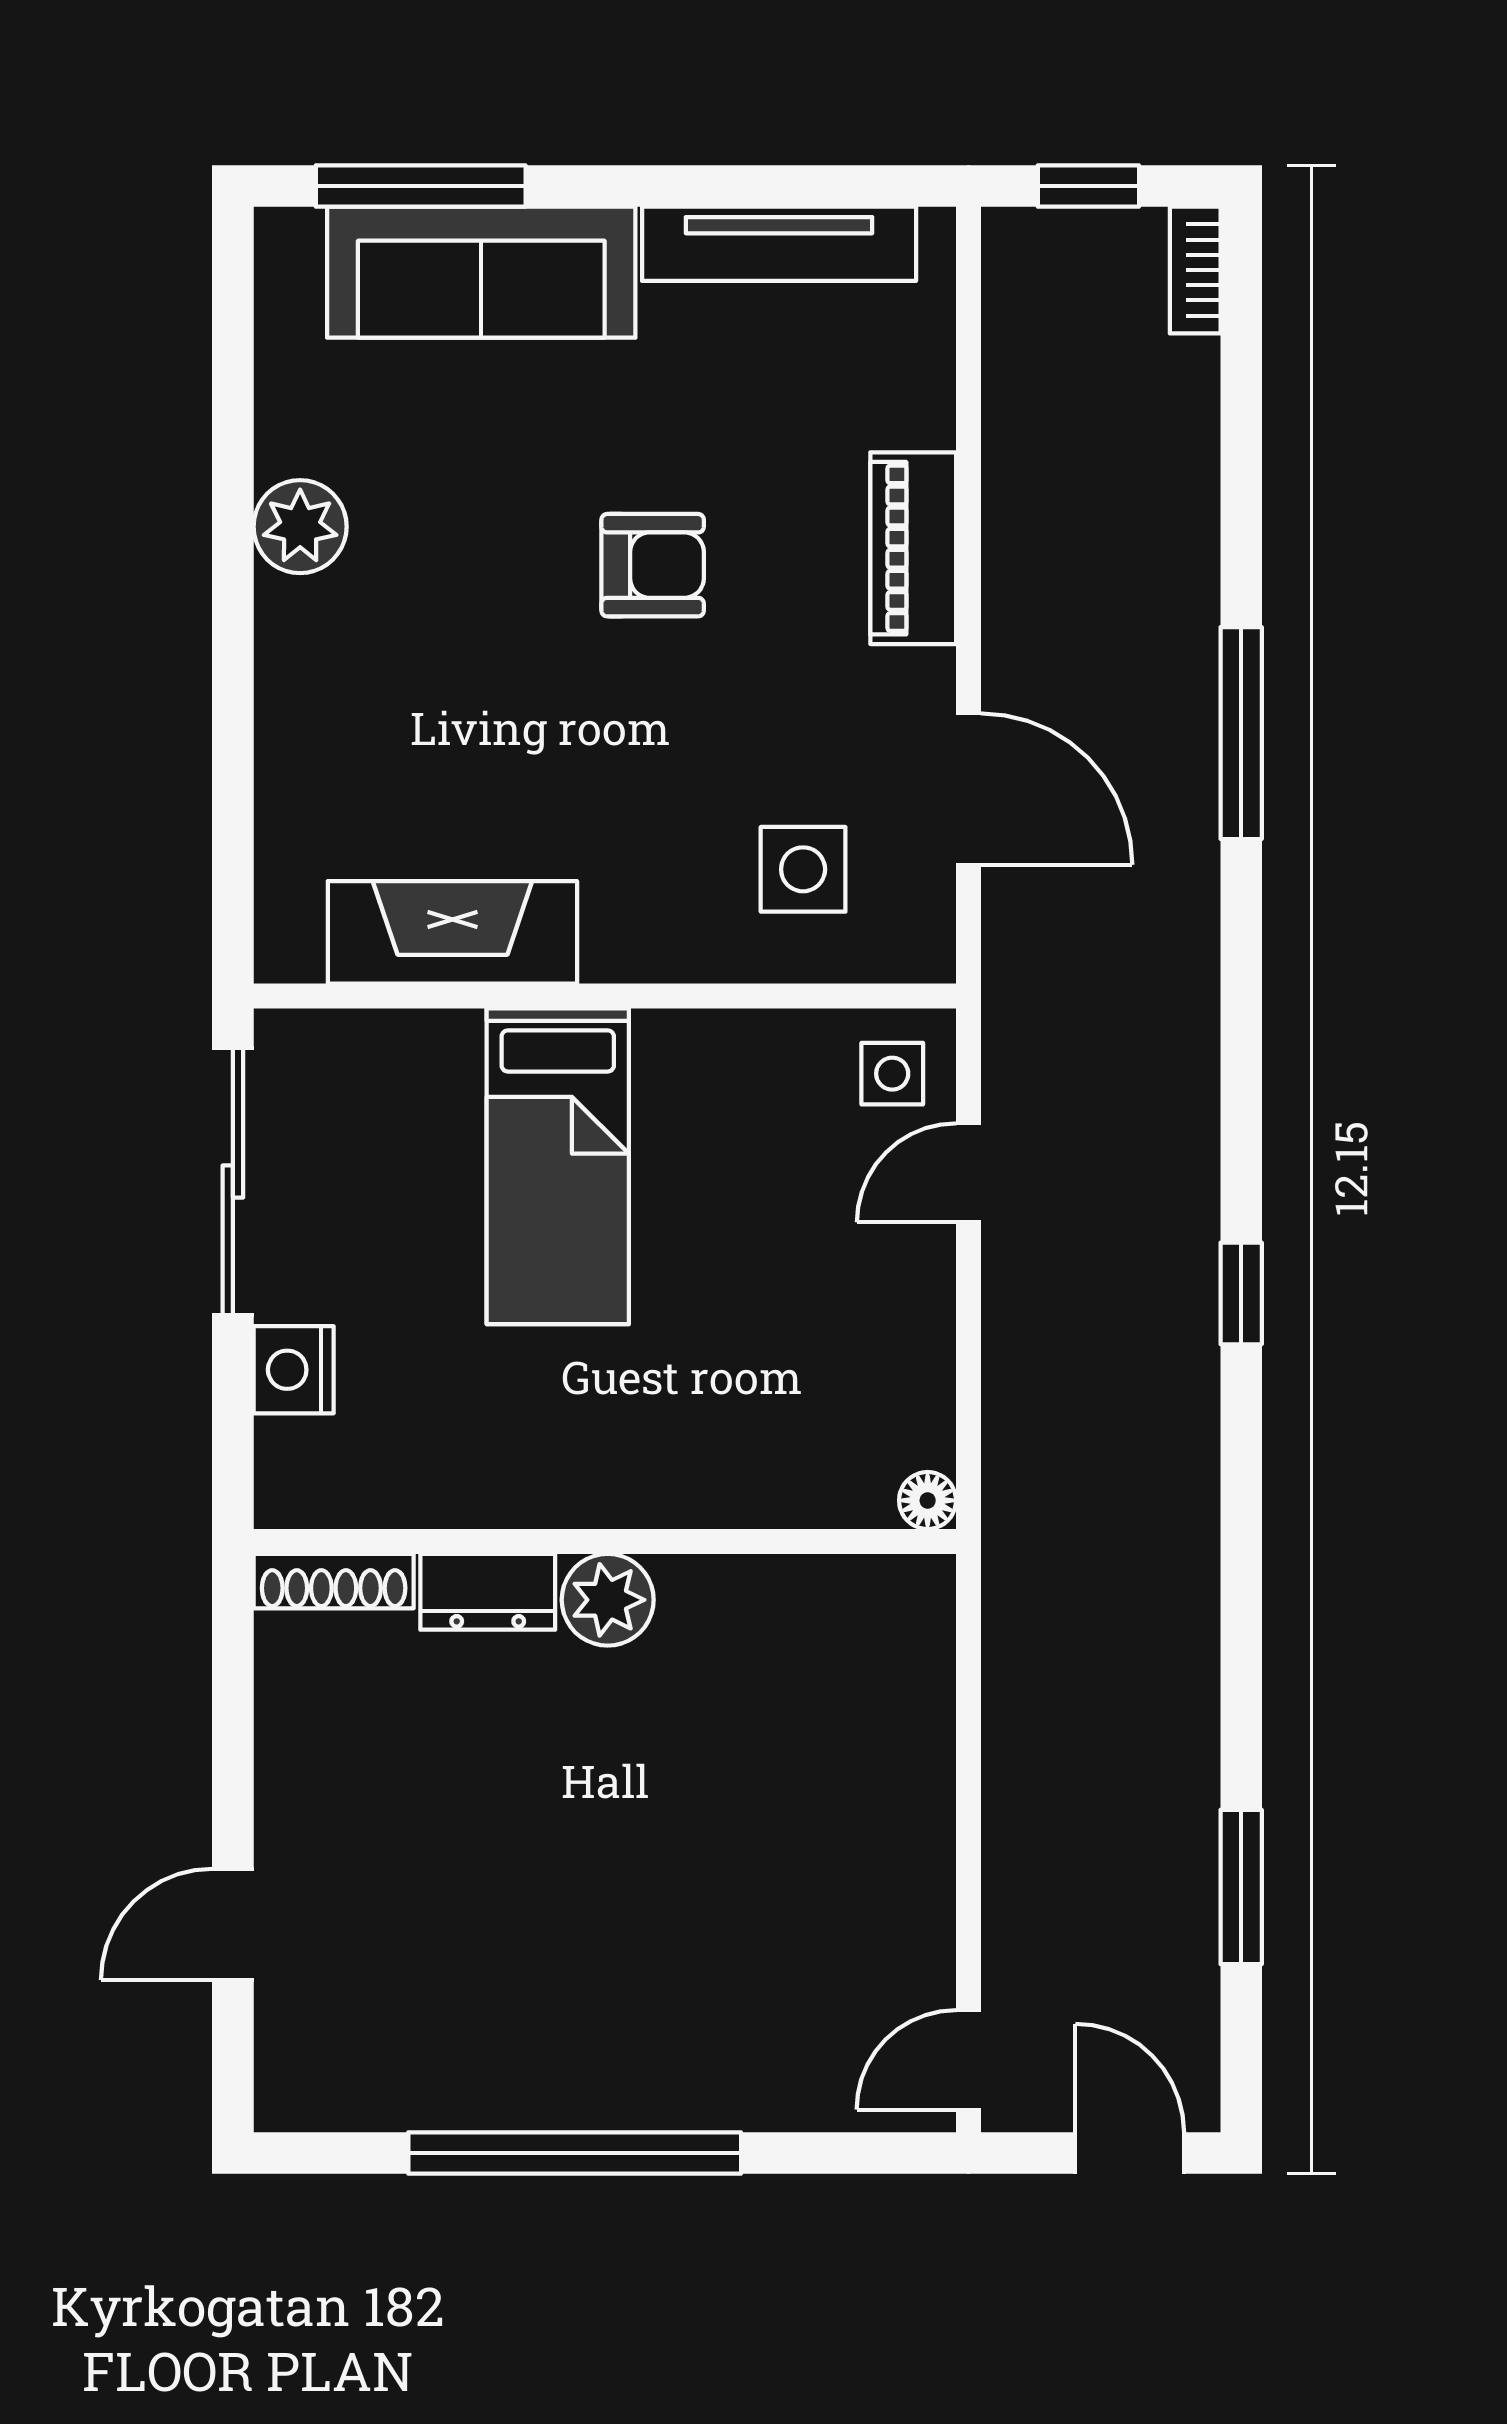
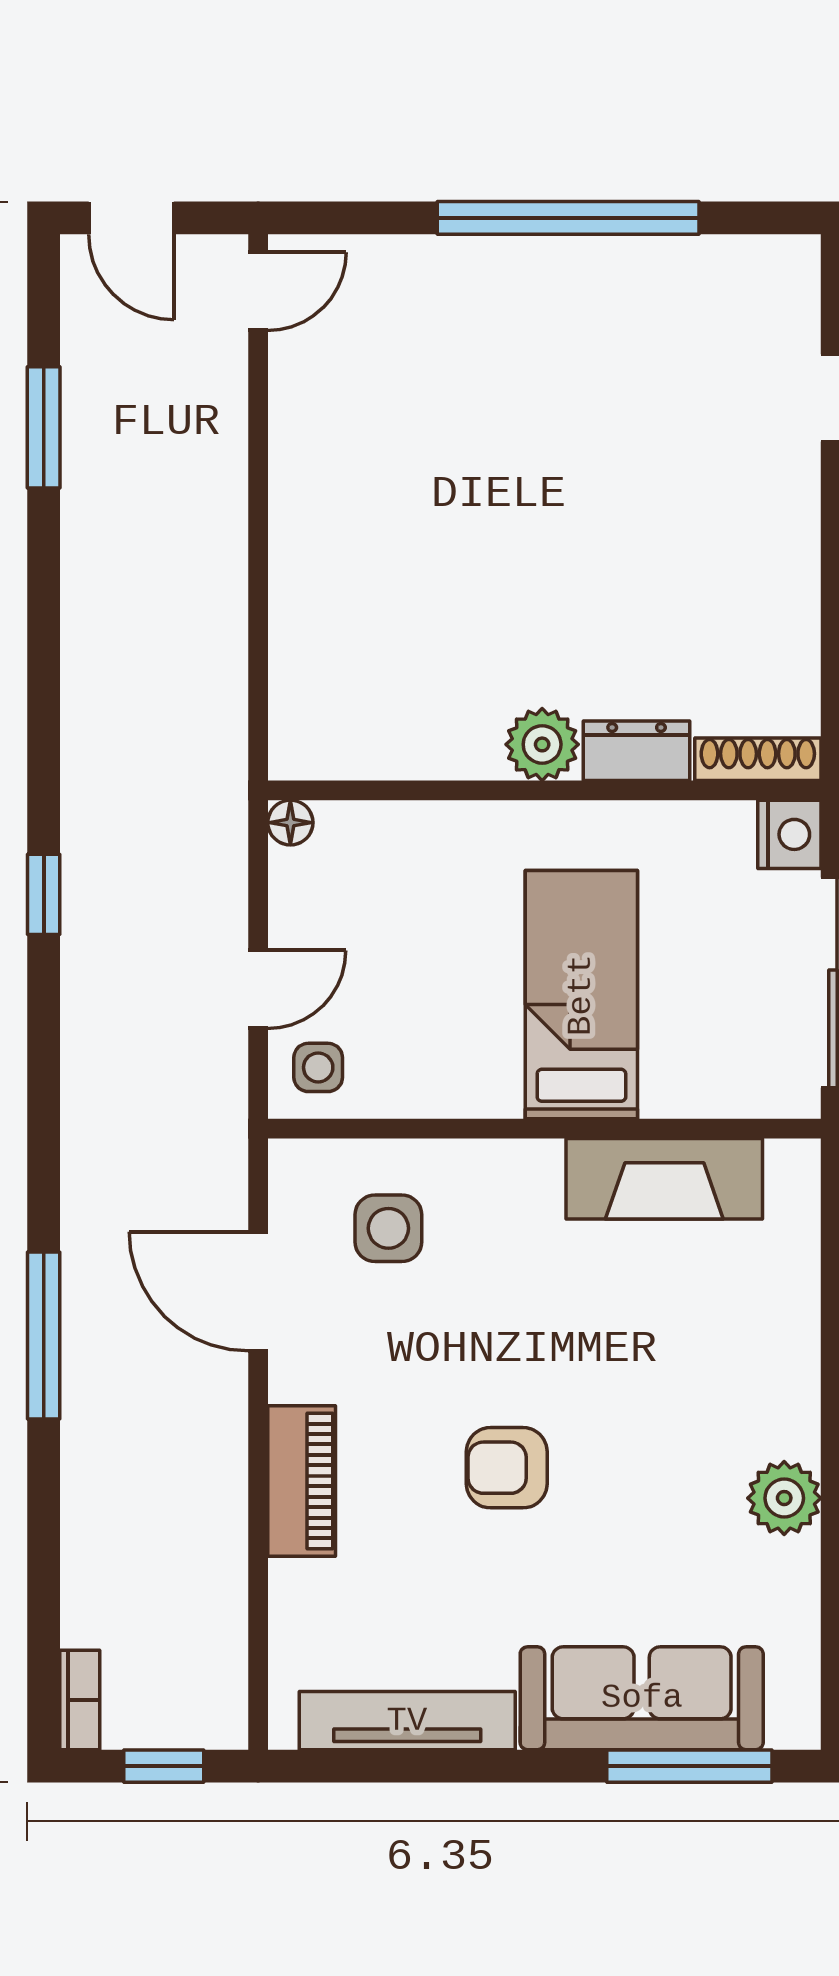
floor lamp: (928, 1500) -> (290, 823), moved
wall: (605, 1541) -> (544, 790), moved
shoe rack: (334, 1581) -> (758, 759), moved
dresser: (488, 1592) -> (637, 751), moved
plant: (608, 1600) -> (542, 744), moved

